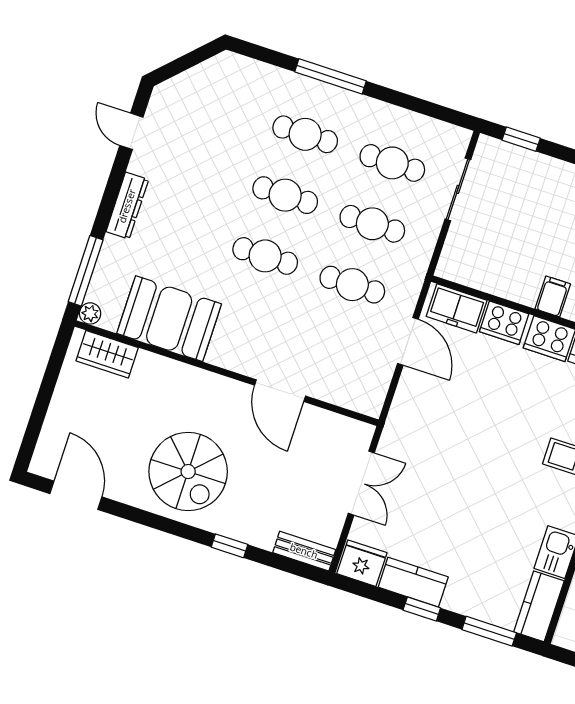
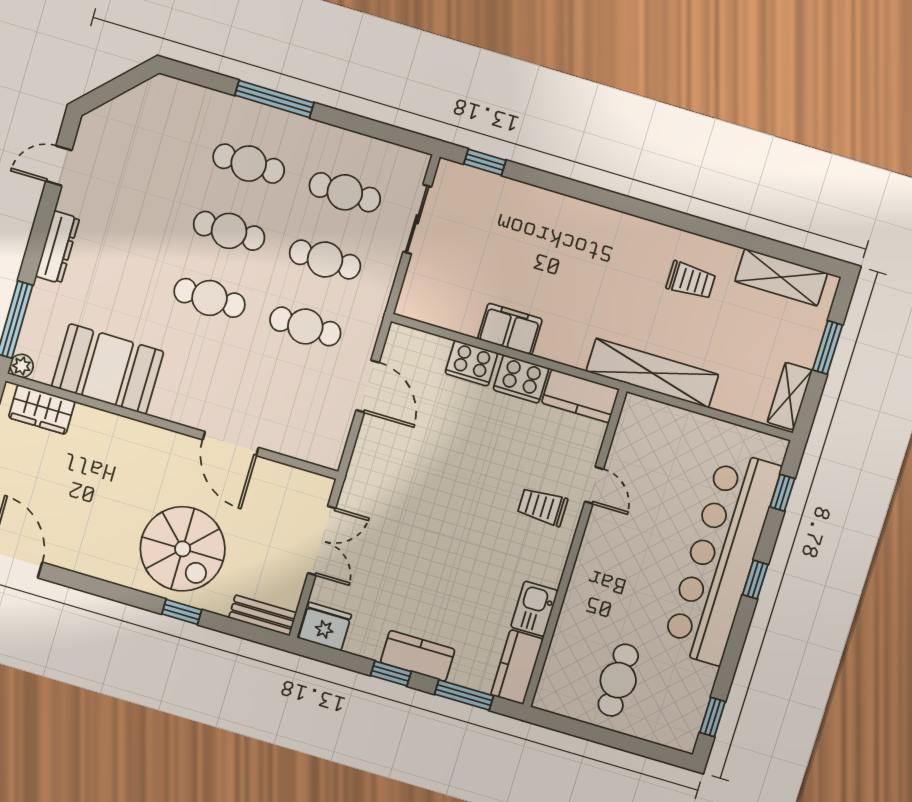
door: (131, 131) -> (59, 166), hinge flipped
filing cabinet: (553, 296) -> (510, 329), width x2.00
freezer: (457, 308) -> (419, 349), removed
spiral stairs: (188, 472) -> (183, 549), moved
kitchen counter: (413, 582) -> (418, 656), moved

